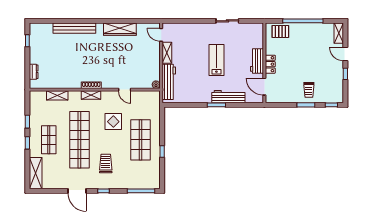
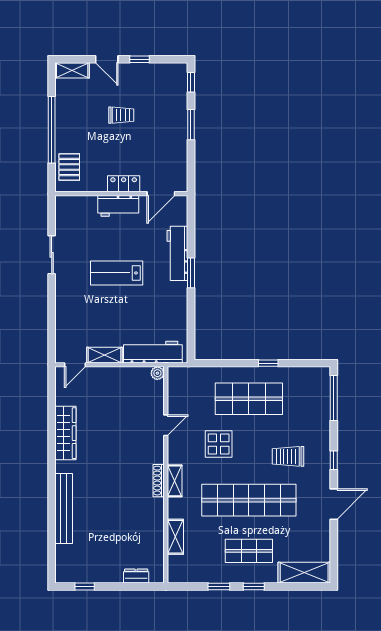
door: (345, 54) -> (107, 59), hinge flipped
trolley: (309, 90) -> (121, 115), moved

